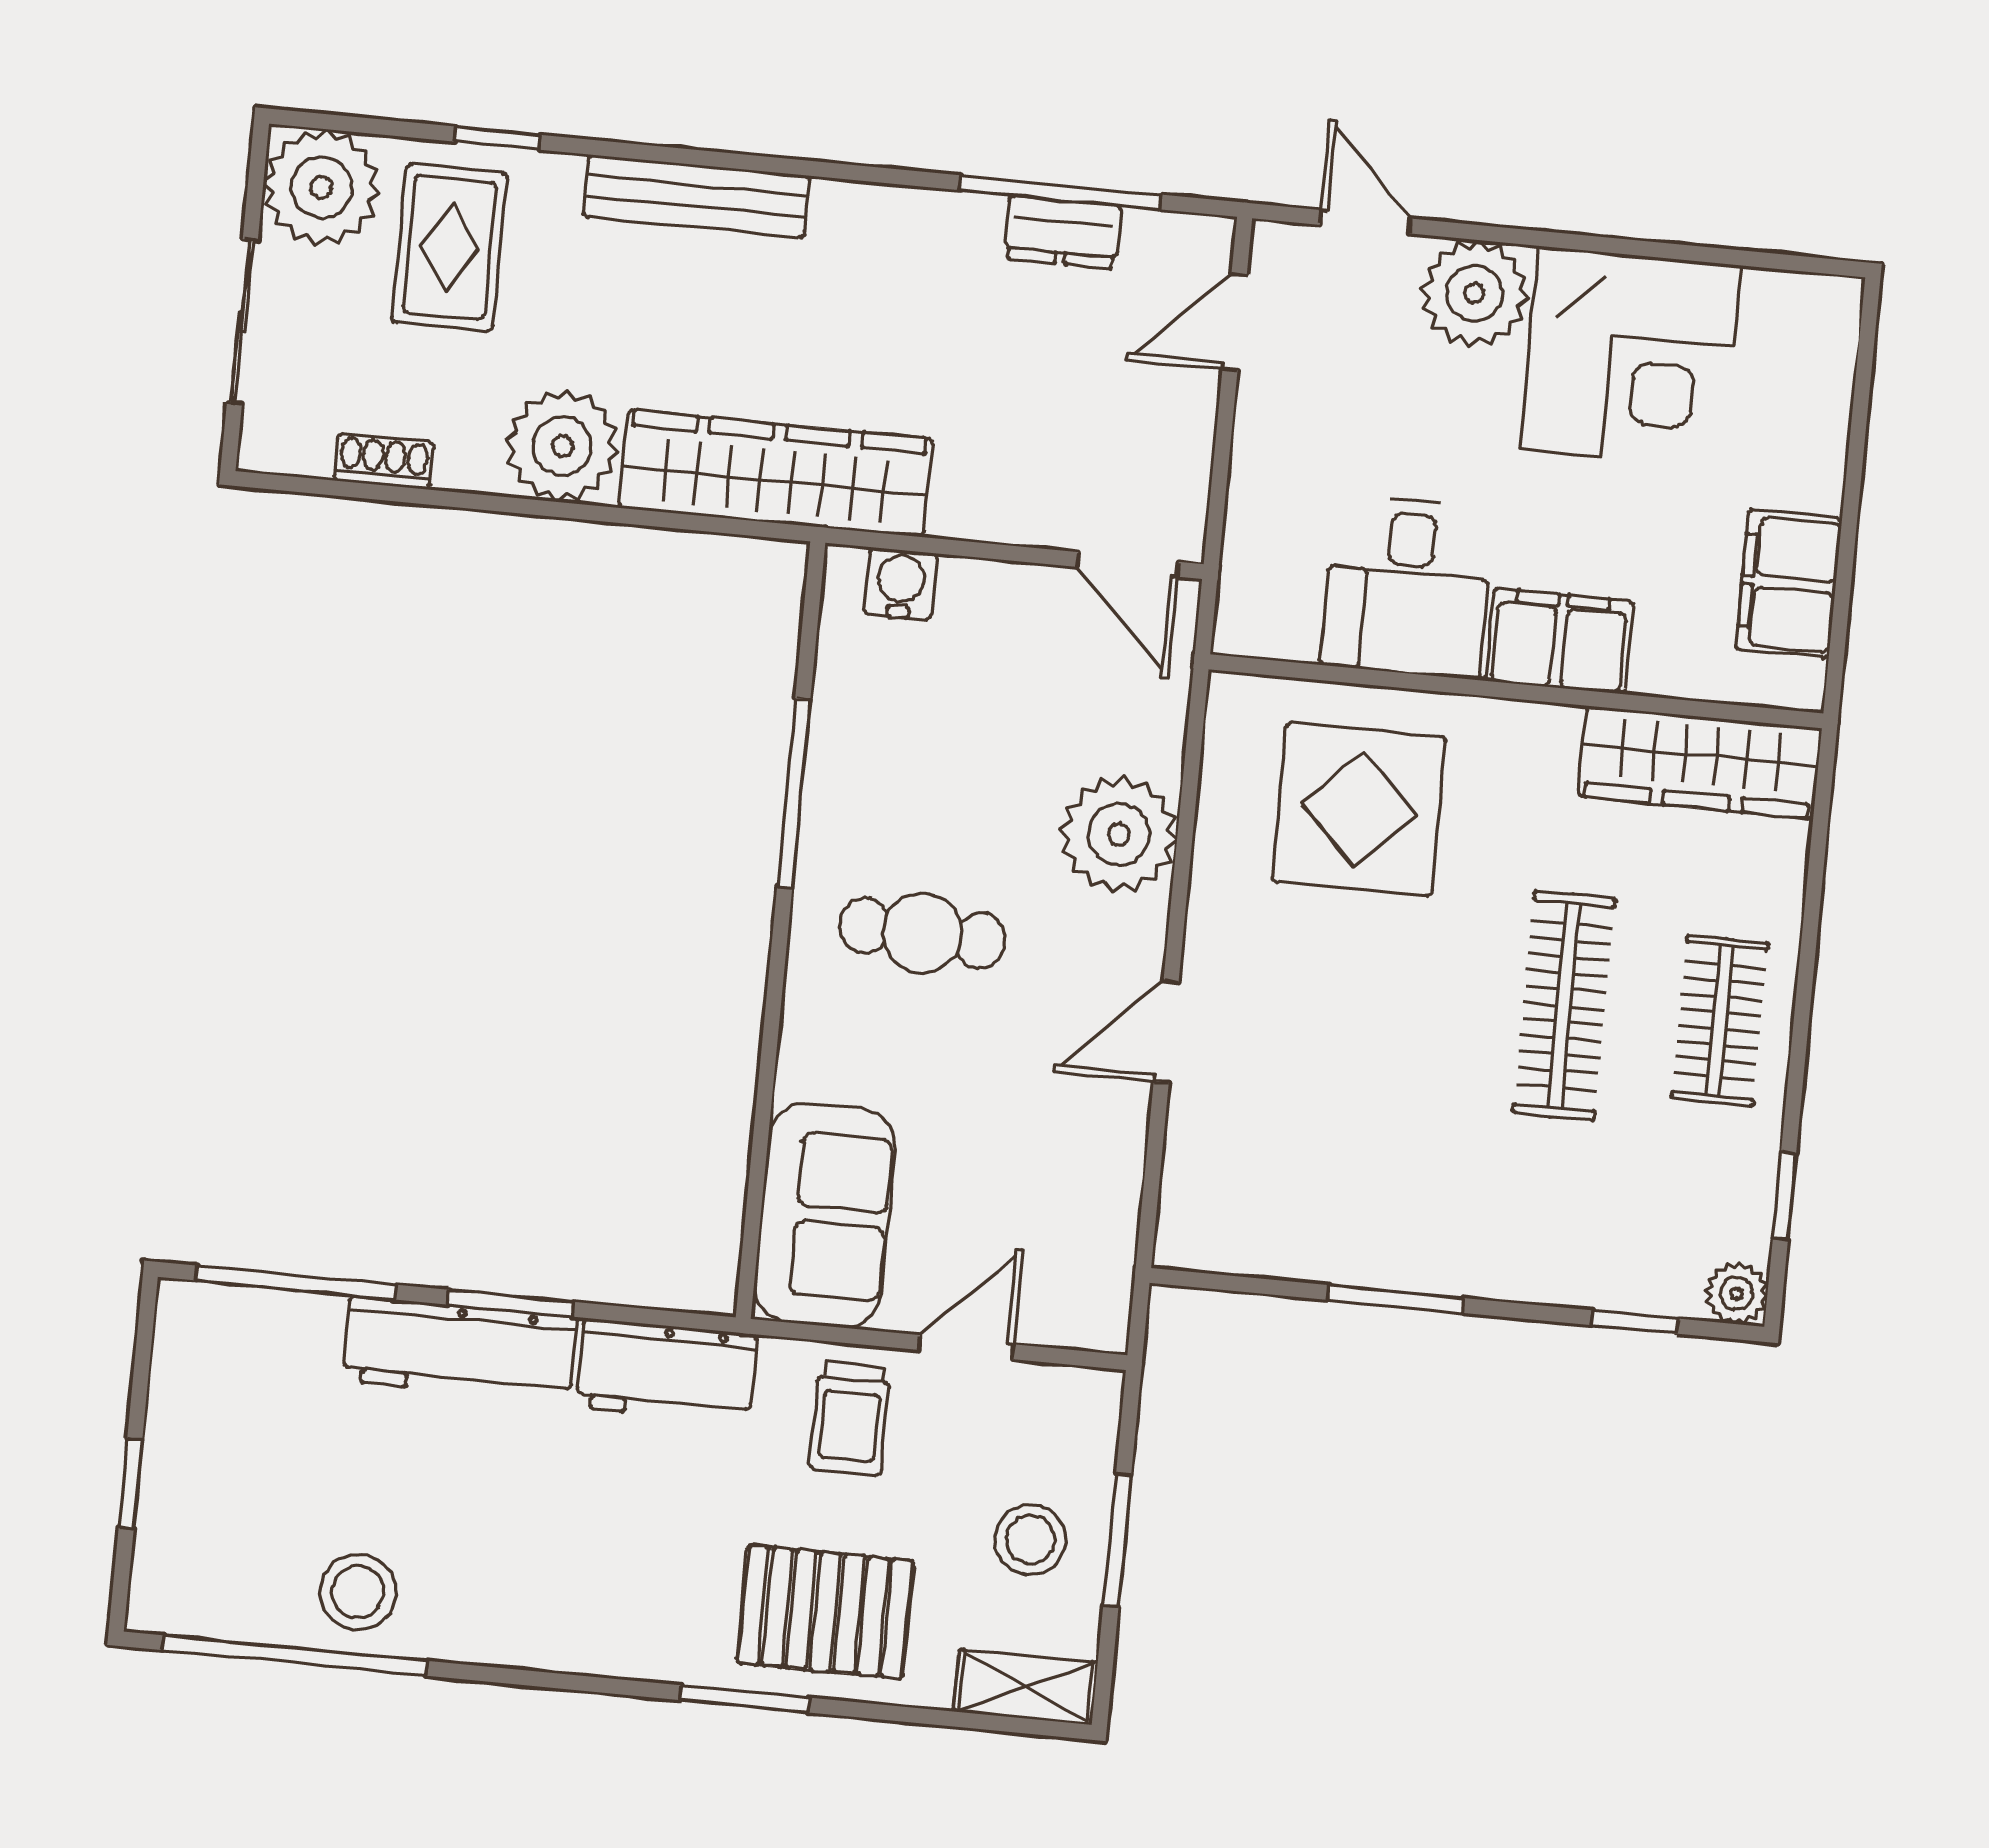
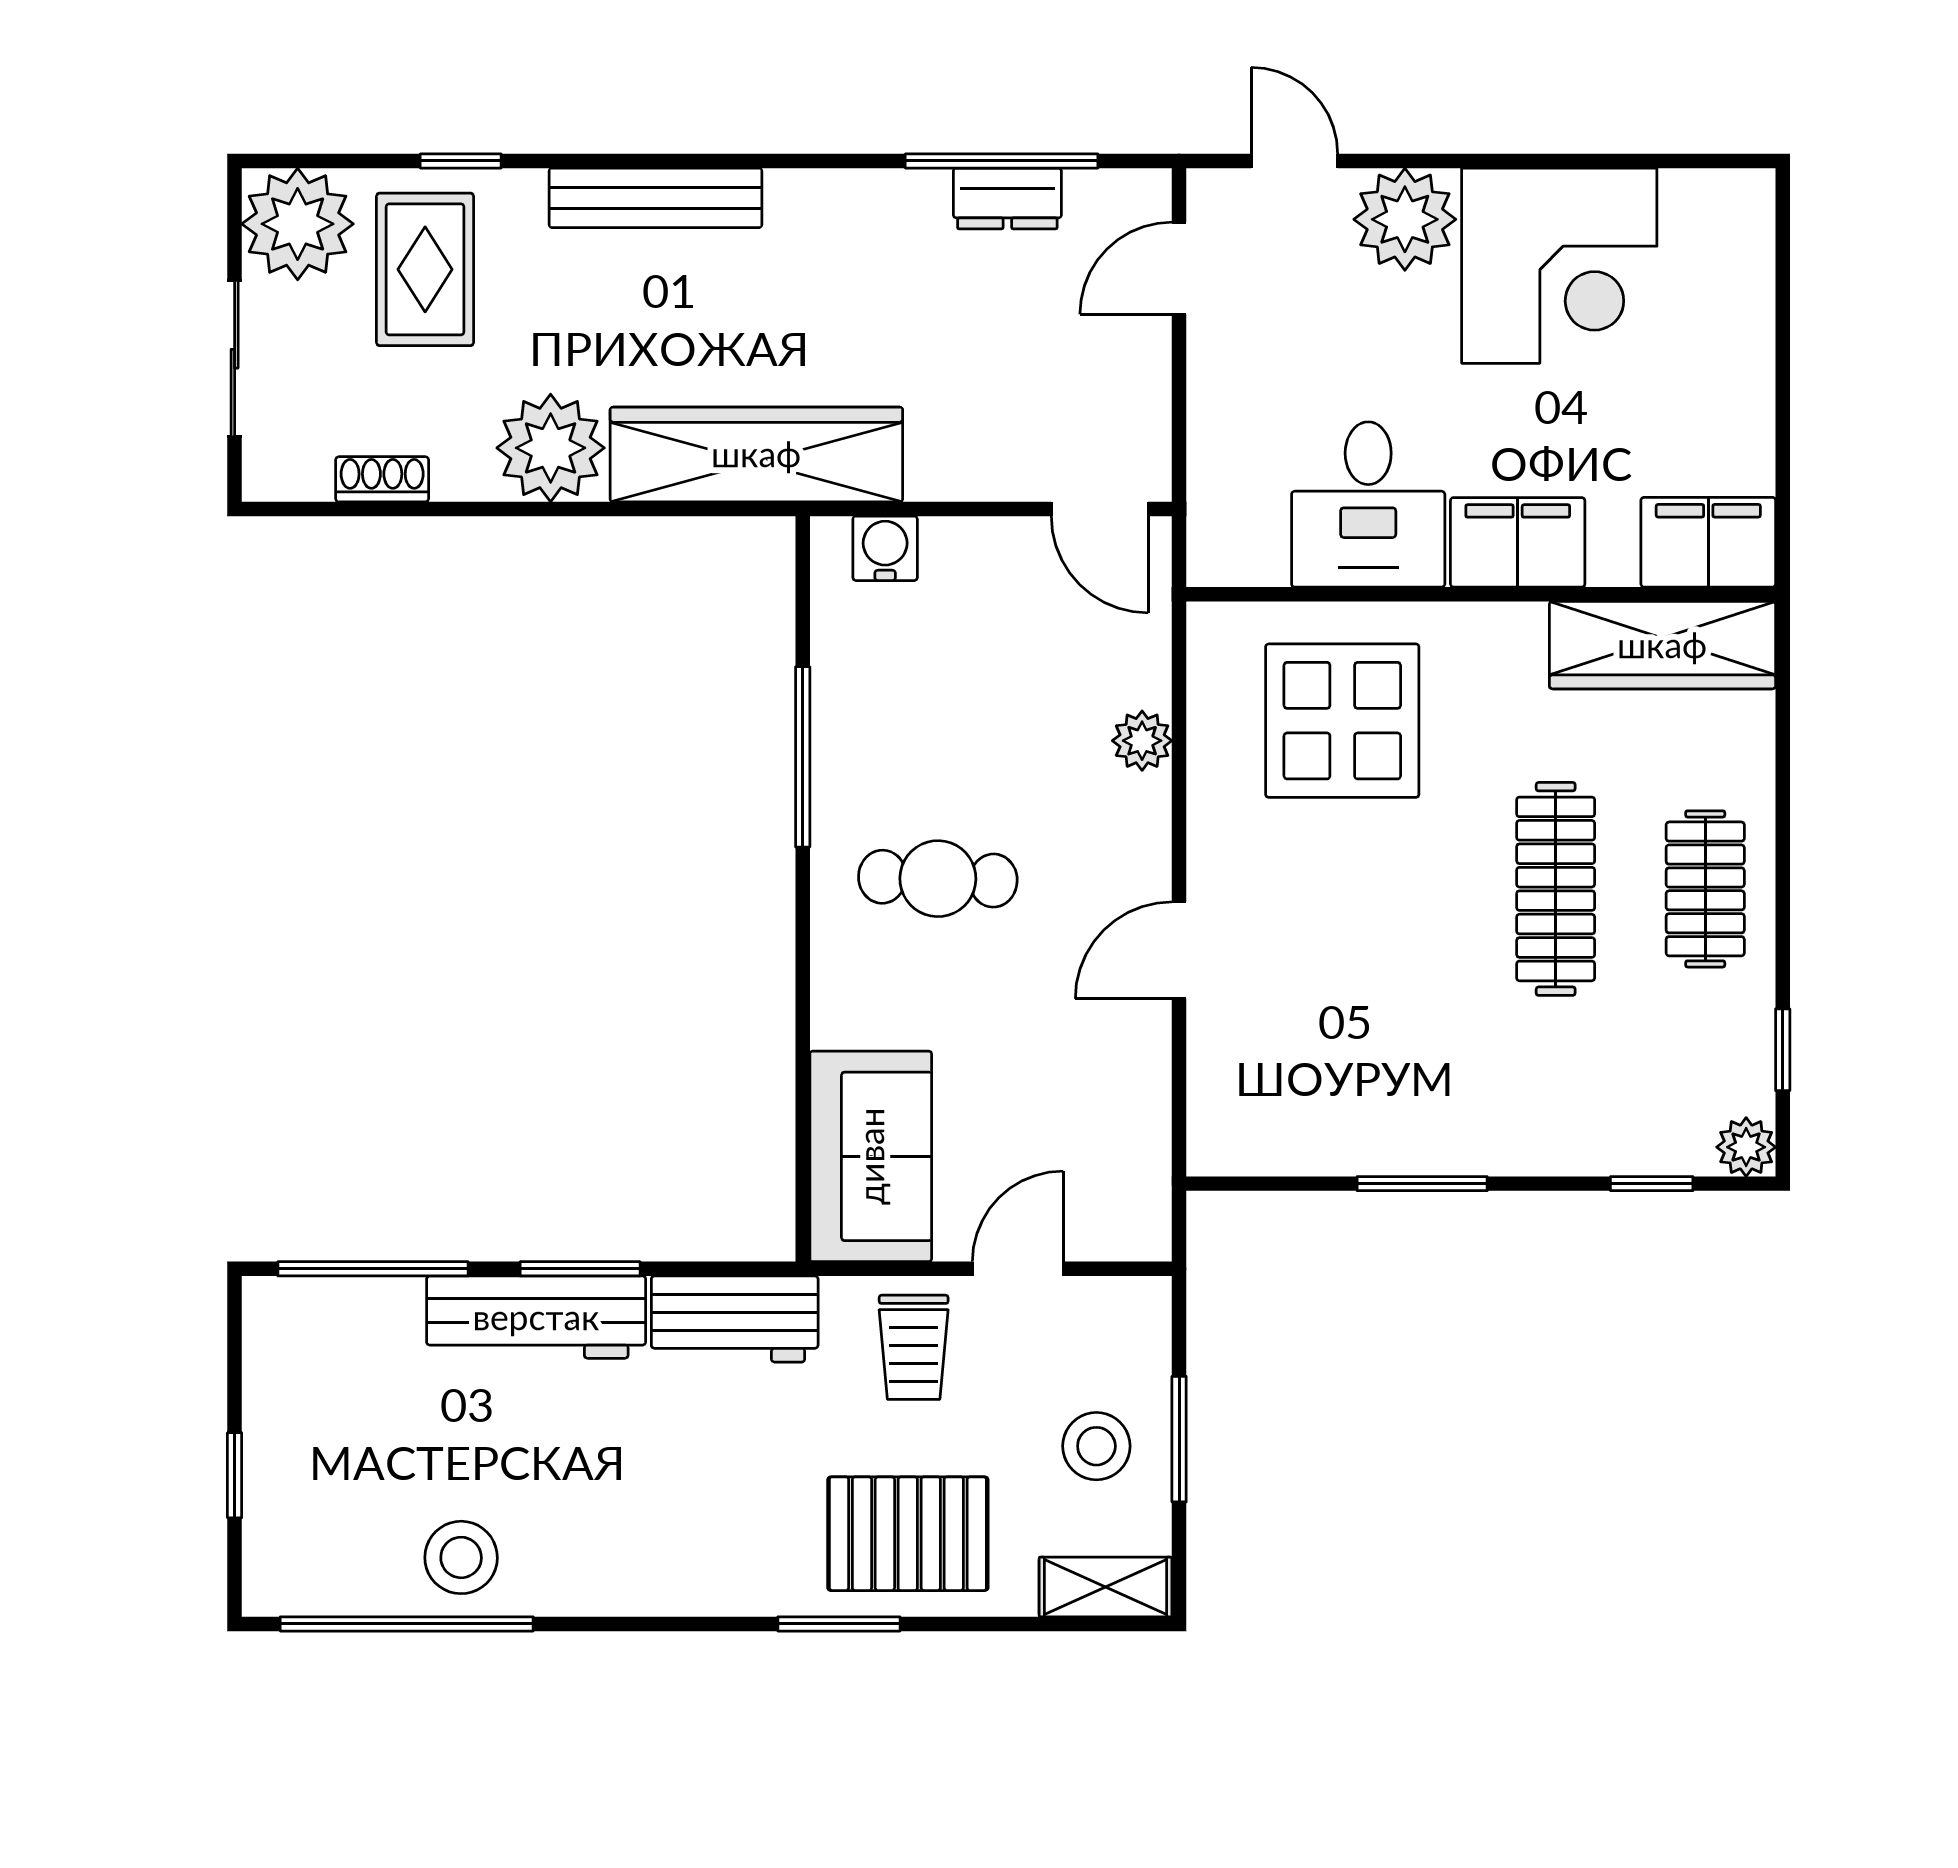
filing cabinet: (1789, 584) -> (1708, 542), moved, turned 90
plant: (1119, 834) -> (1142, 741), width x0.53, depth x0.53

